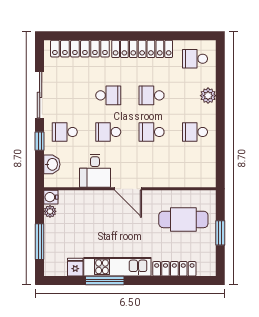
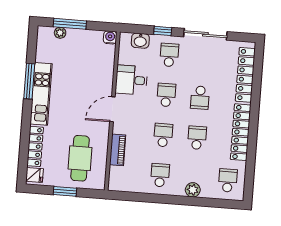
piano: (171, 180) -> (118, 150), added
plant: (50, 211) -> (60, 33), moved
fridge: (75, 267) -> (34, 175), moved

